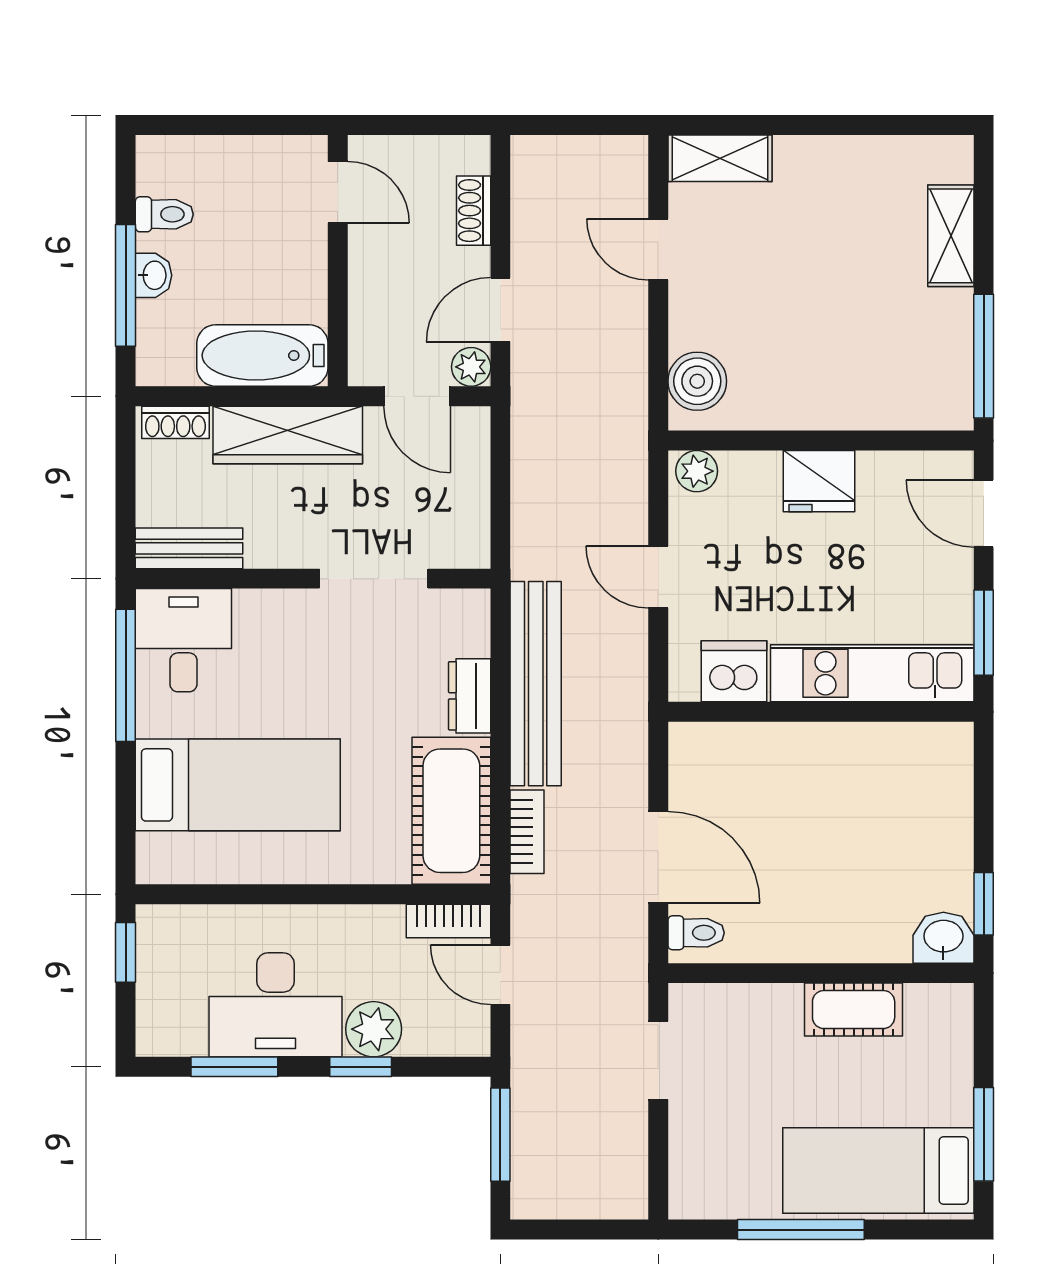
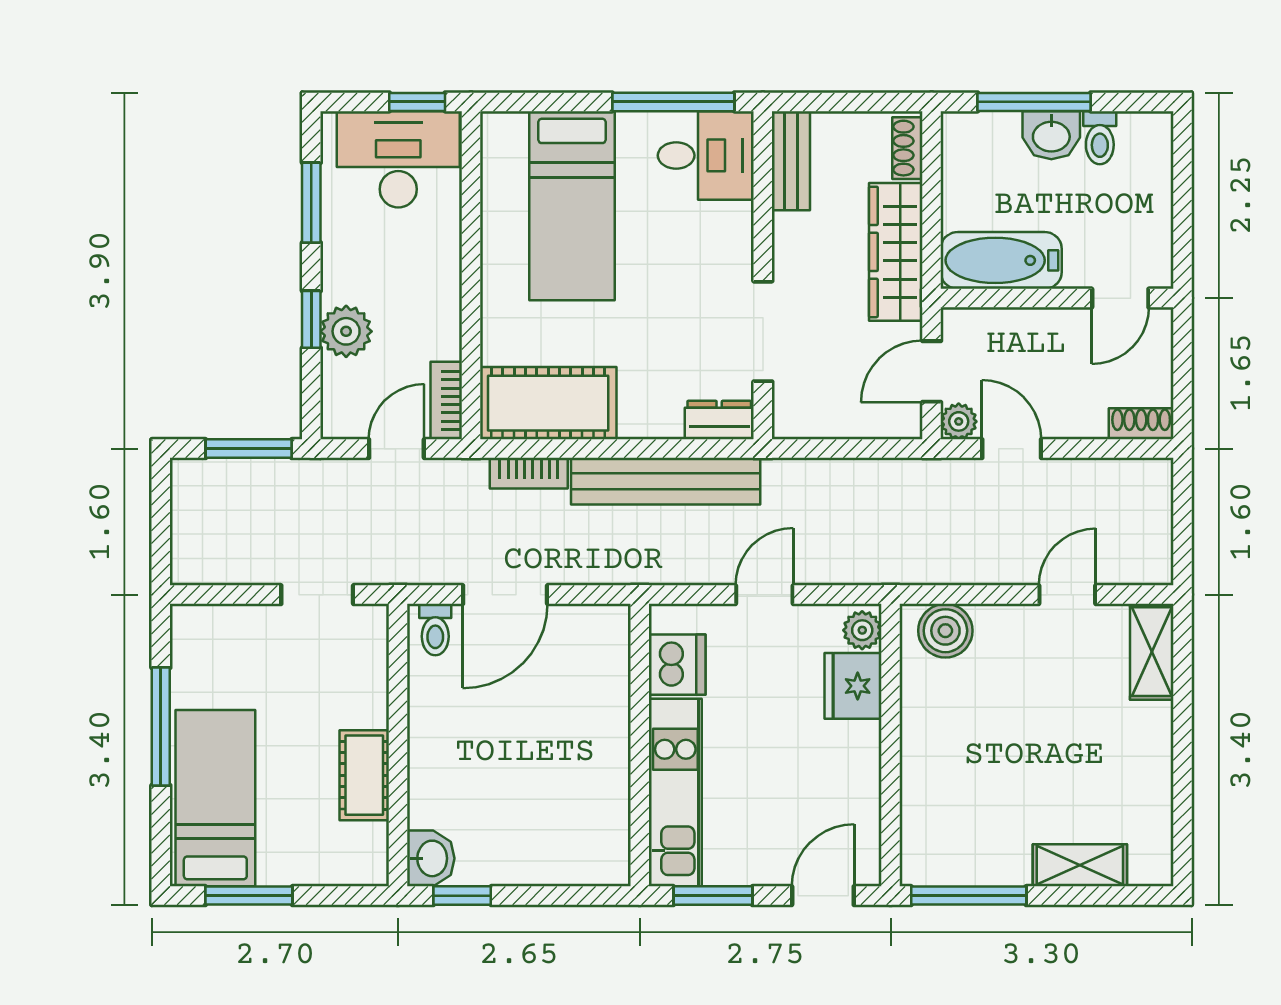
shoe rack: (474, 211) -> (1141, 424), moved
washbasin: (153, 275) -> (1051, 135), width x1.38, depth x1.45
bathtub: (262, 355) -> (1001, 260), moved, turned -90
fridge: (819, 481) -> (853, 686), moved
dresser: (470, 696) -> (719, 420), moved
desk: (276, 1005) -> (398, 159), moved, turned 90

